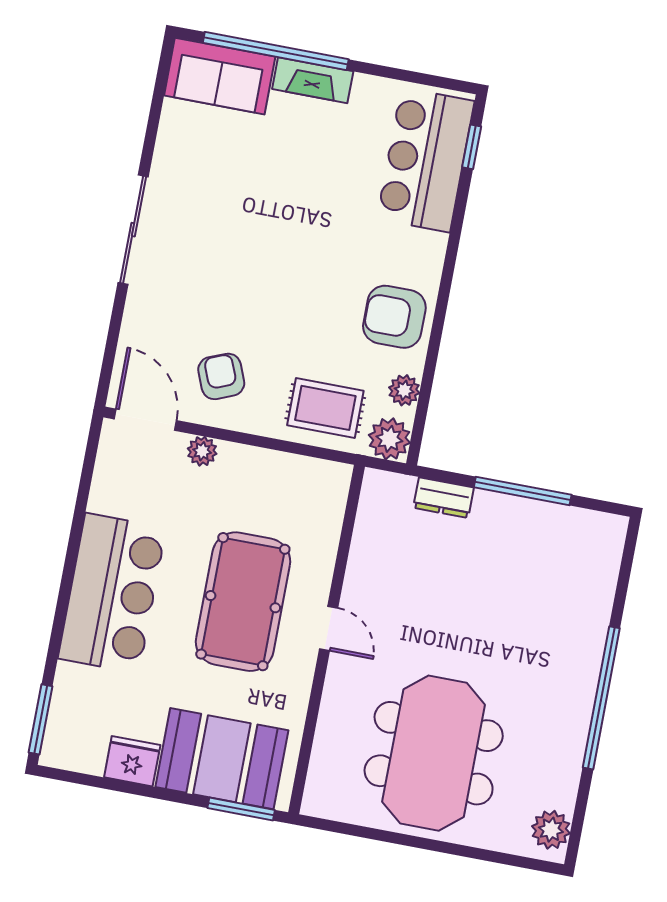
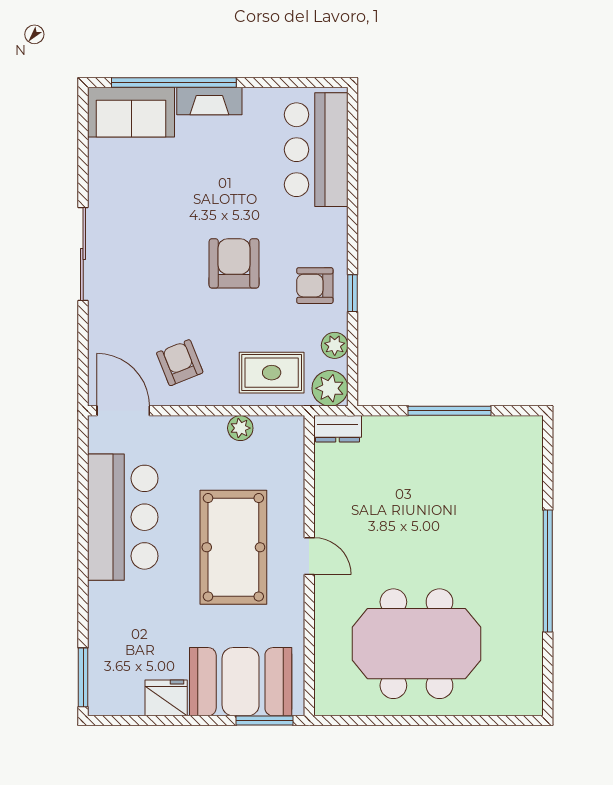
window: (472, 147) -> (353, 293), moved
armchair: (306, 274) -> (234, 263), added
armchair: (394, 317) -> (315, 286), width x0.72, depth x0.72
plant: (202, 451) -> (240, 428), moved
dresser: (444, 498) -> (338, 429), moved
bar counter: (112, 593) -> (123, 517), moved
meeting table: (434, 753) -> (416, 644), turned 90
plant: (551, 830) -> (526, 689), removed

